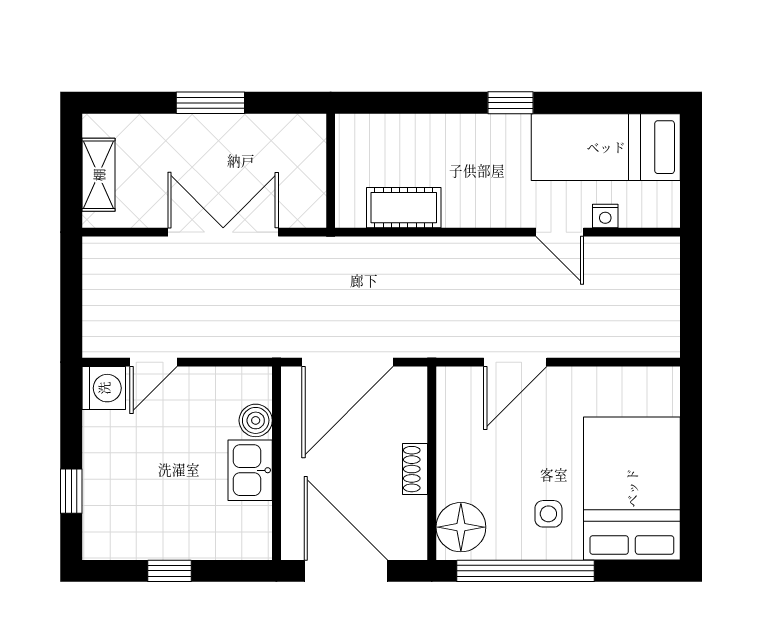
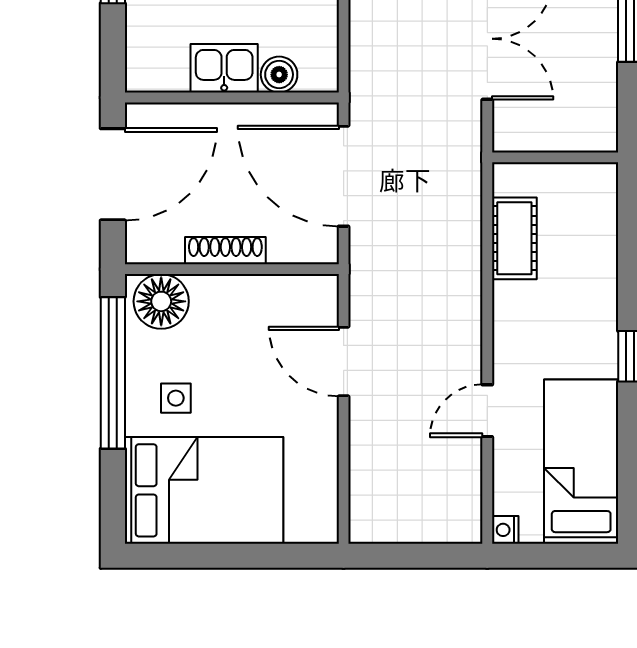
nightstand: (605, 216) -> (505, 530), moved
shoe rack: (415, 469) -> (225, 251), width x1.43

